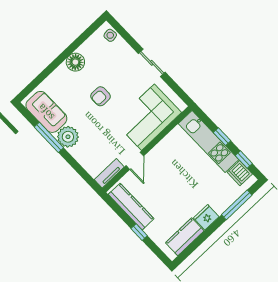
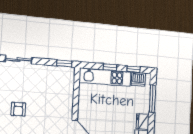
sliding door: (152, 63) -> (19, 60), moved
window: (181, 94) -> (64, 63), added
corner sofa: (148, 117) -> (58, 95), removed

